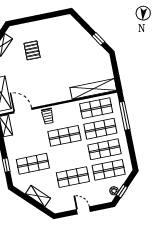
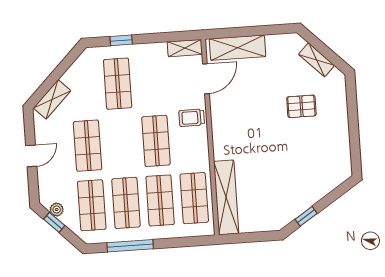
window: (125, 116) -> (130, 246), moved
shelving: (38, 196) -> (52, 99), moved

